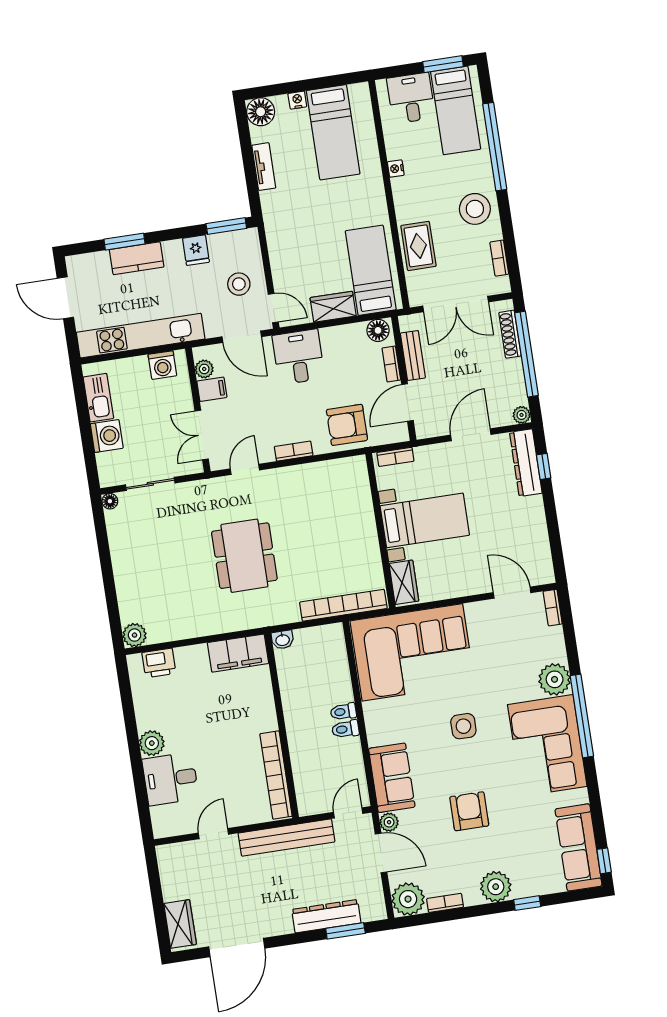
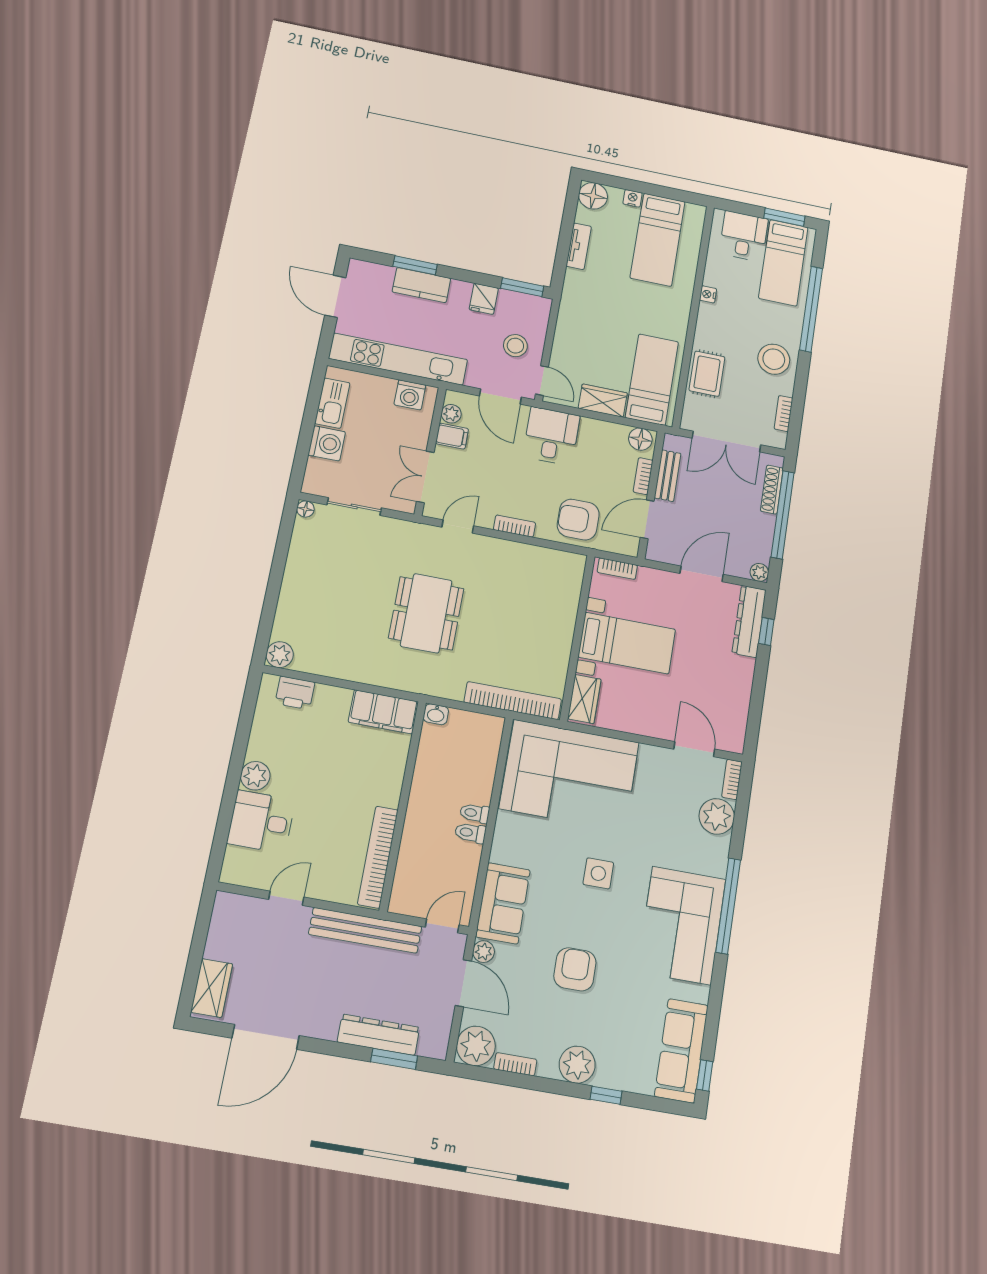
plant: (555, 679) -> (717, 816), moved

